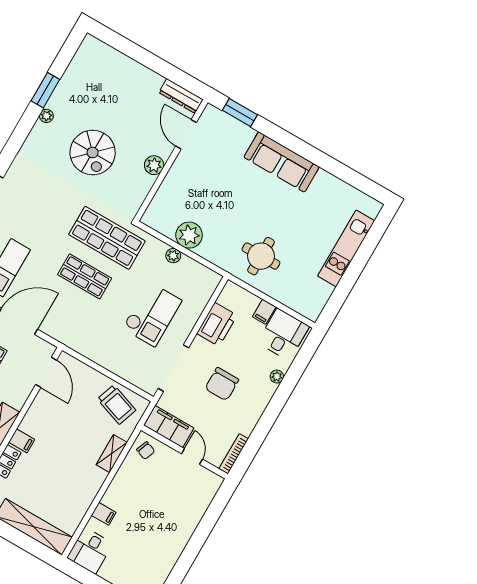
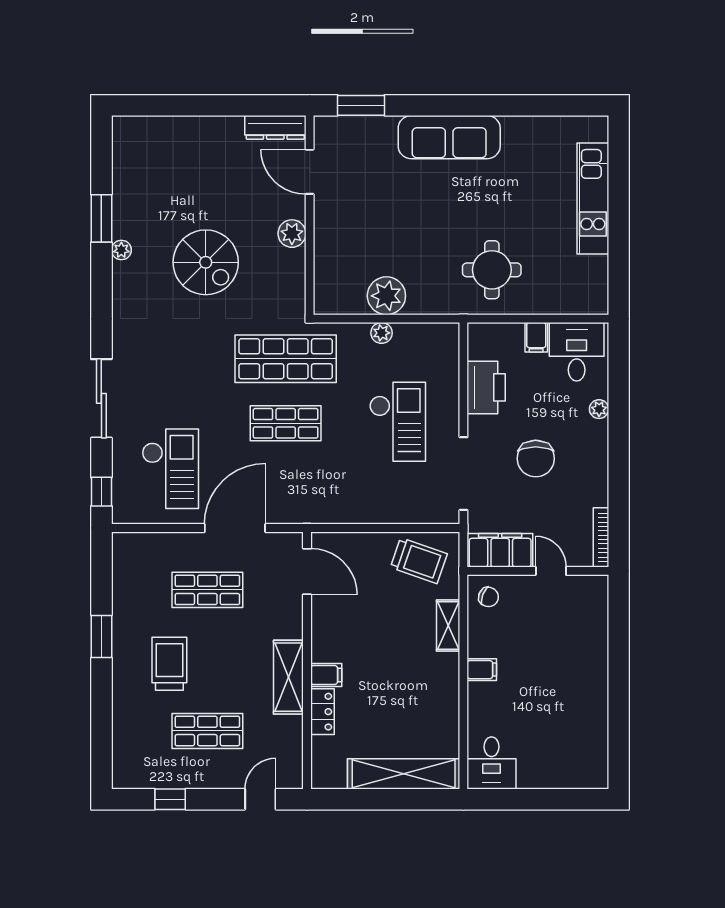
filing cabinet: (104, 514) -> (482, 670), moved

